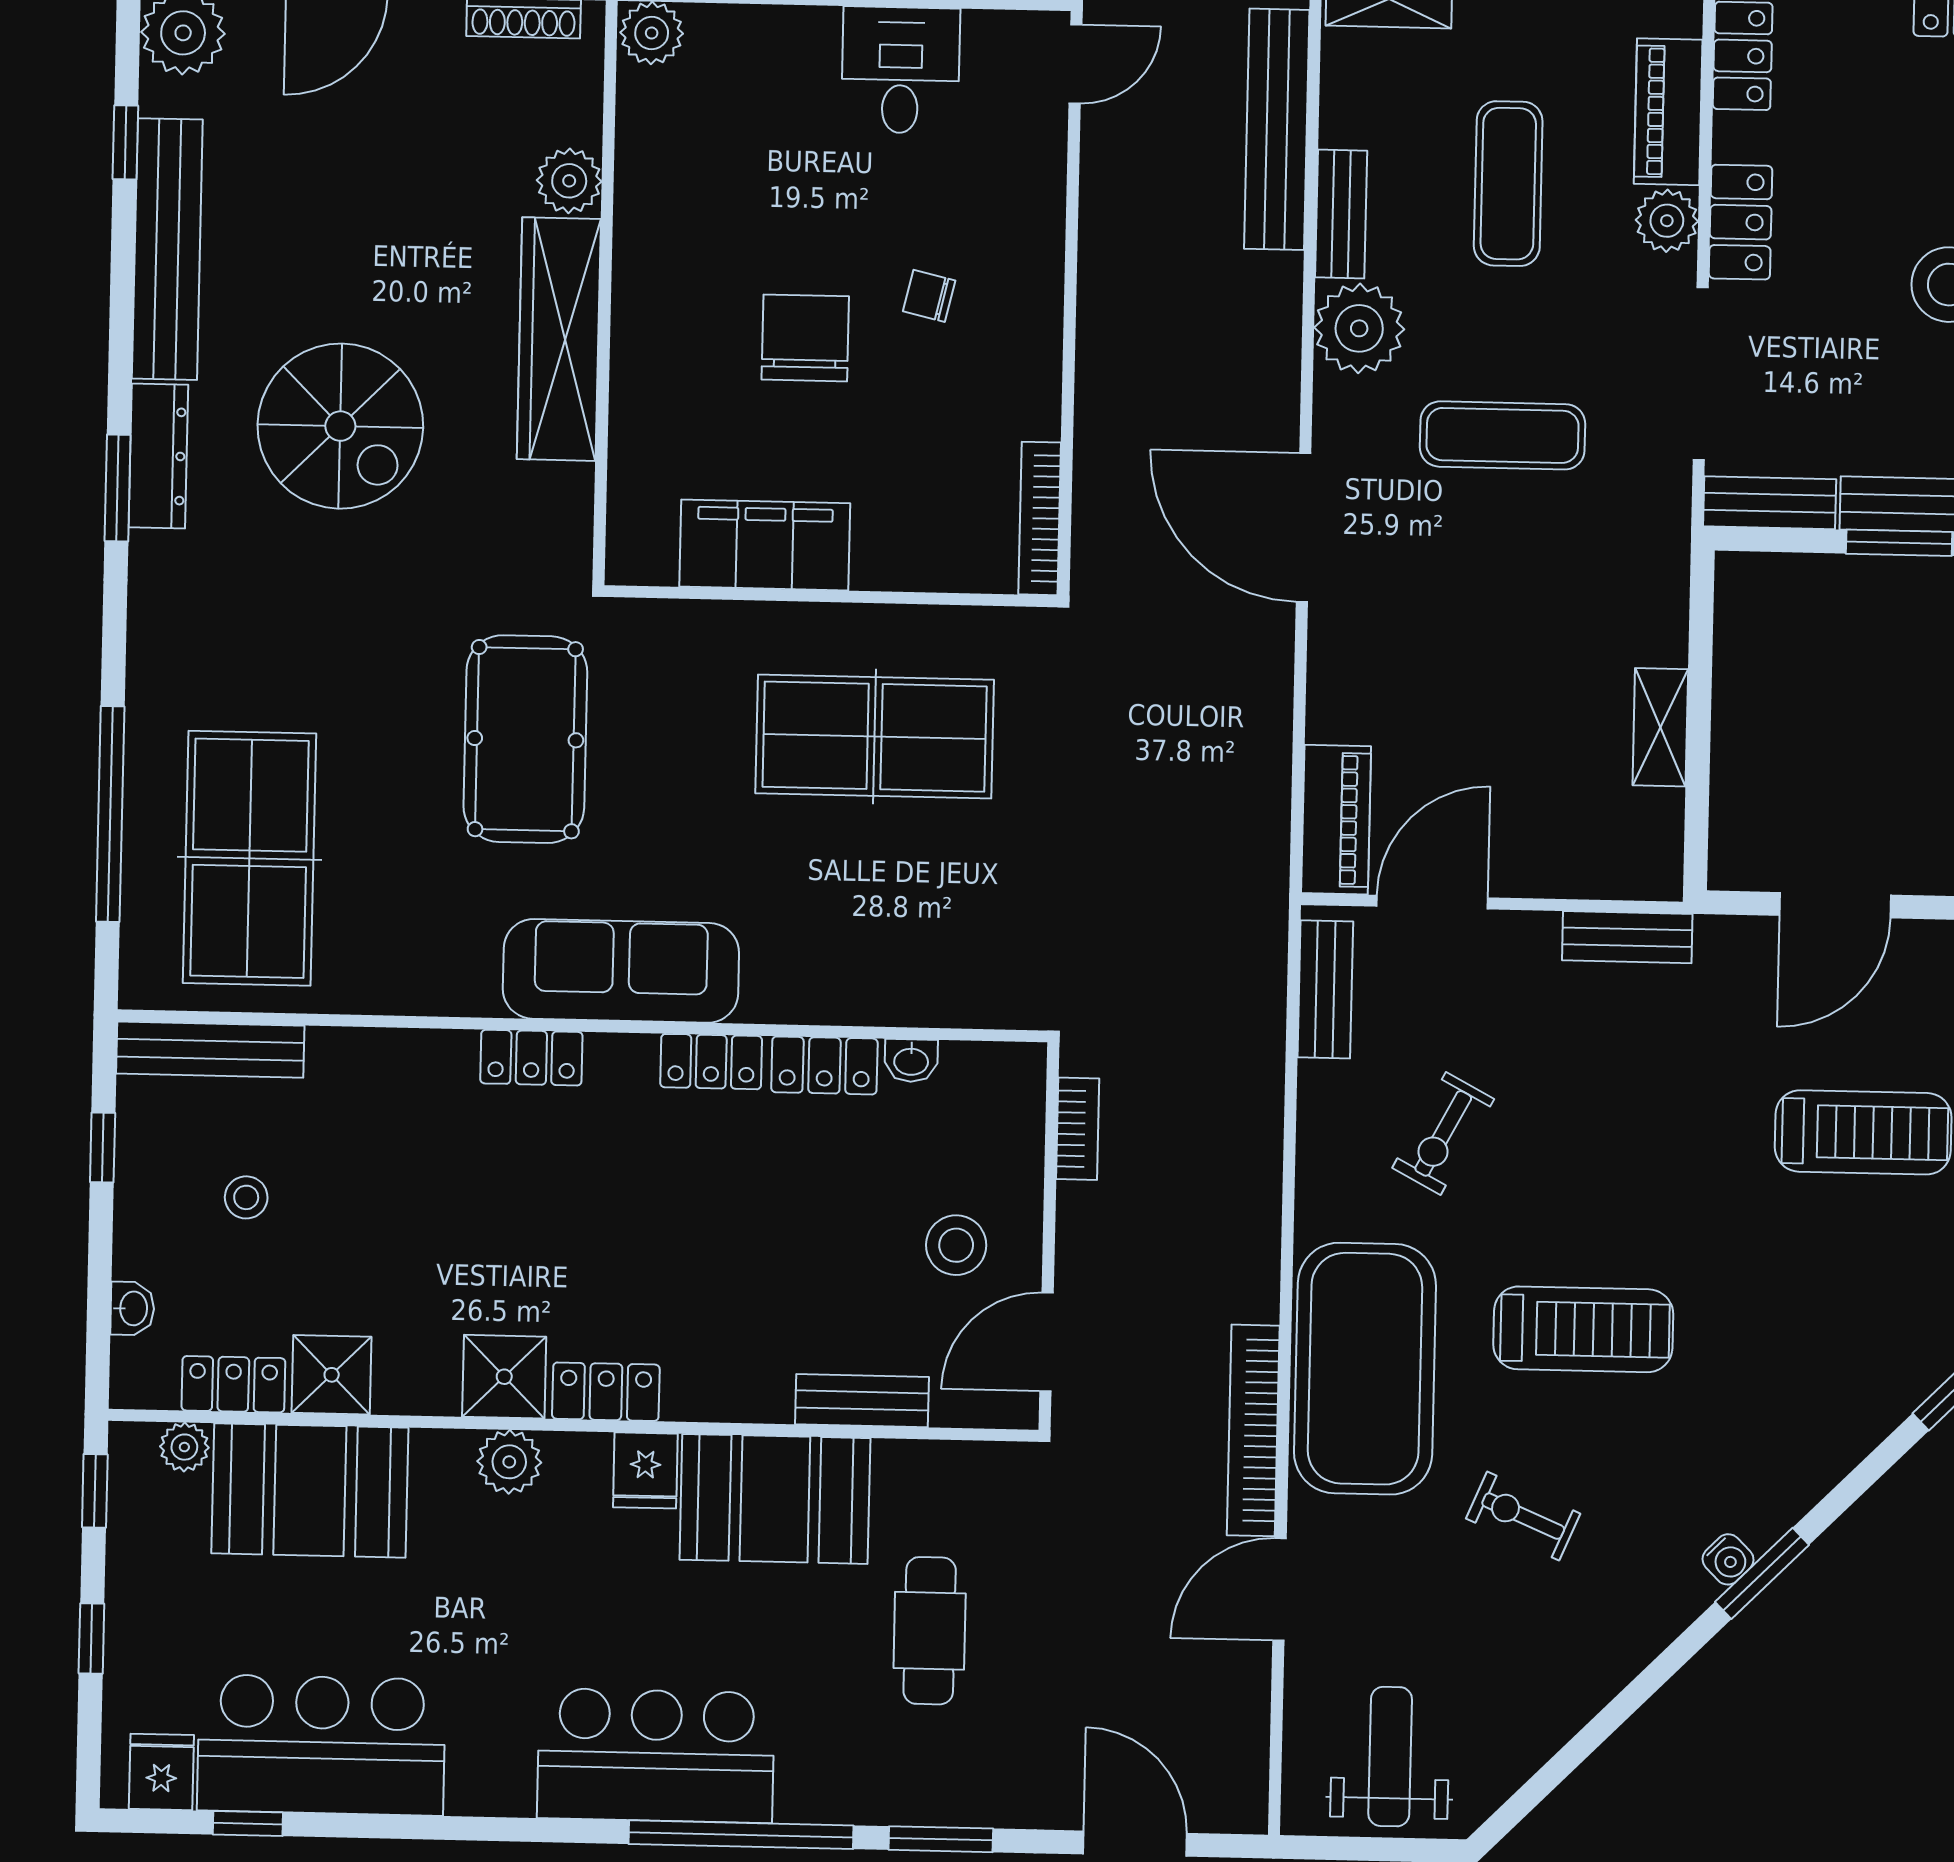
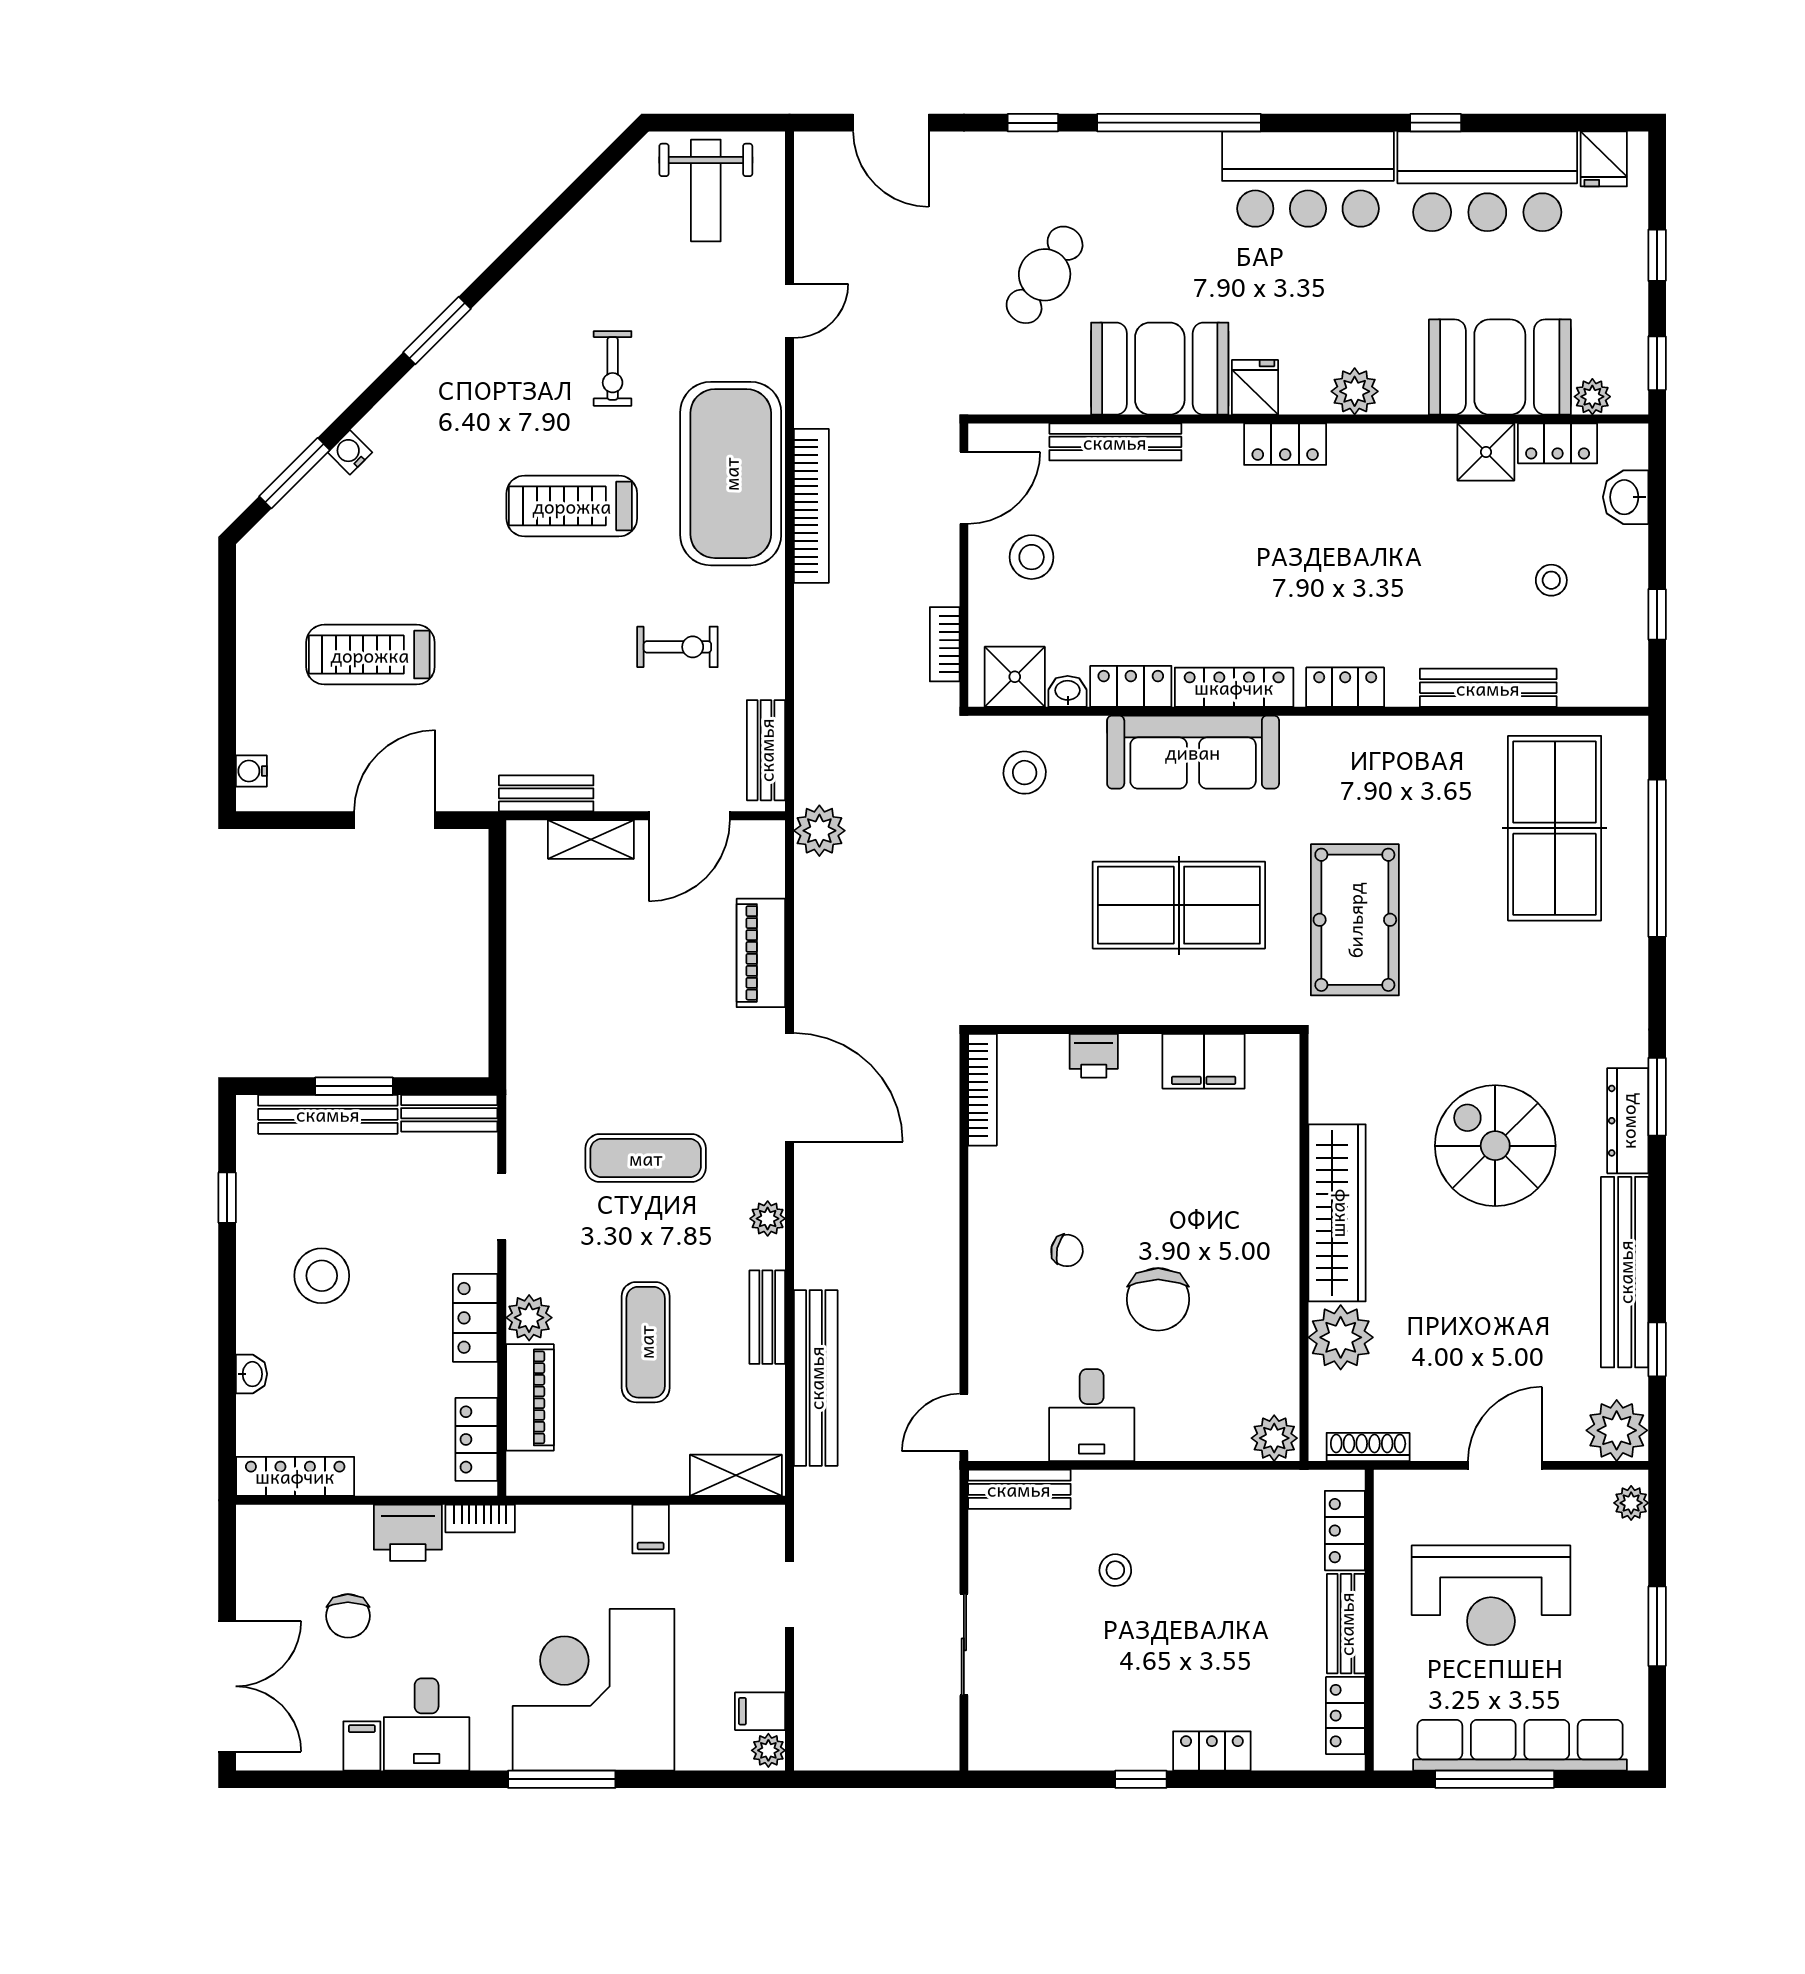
plant: (569, 181) -> (1341, 1337), width x1.36, depth x1.36
plant: (1359, 328) -> (768, 1219), width x0.53, depth x0.53
chair: (805, 338) -> (1158, 1299), moved
doorway: (1701, 373) -> (502, 1207), width x0.53
filing cabinet: (765, 545) -> (1204, 1061), width x0.67, depth x0.86
printer: (887, 561) -> (1094, 1056), added
shelving: (1660, 727) -> (591, 839), moved, turned 90
table tennis table: (875, 737) -> (1179, 905), moved
piano: (1336, 820) -> (761, 953), moved
plant: (1255, 878) -> (819, 831), added
stool: (972, 951) -> (1025, 773), added
sofa: (621, 971) -> (1193, 752), moved
bench: (210, 1050) -> (1488, 688), moved
locker: (711, 1062) -> (1234, 687), width x1.53
exercise bike: (1443, 1133) -> (677, 647), turned 62
washbasin: (132, 1308) -> (1626, 497), width x1.38, depth x1.45
shower: (504, 1377) -> (1015, 677), moved
bench: (862, 1401) -> (1115, 442), width x1.36
bookcase: (1253, 1430) -> (811, 506), moved
exercise bike: (1523, 1516) -> (613, 368), turned 67
water cooler: (1728, 1559) -> (350, 452), moved
door: (1279, 1589) -> (790, 311), width x0.73
cafe table: (930, 1631) -> (1045, 275), turned 33
bar counter: (656, 1756) -> (1308, 179), moved
window: (248, 1824) -> (1436, 123), moved
window: (941, 1839) -> (1033, 123), width x0.67

